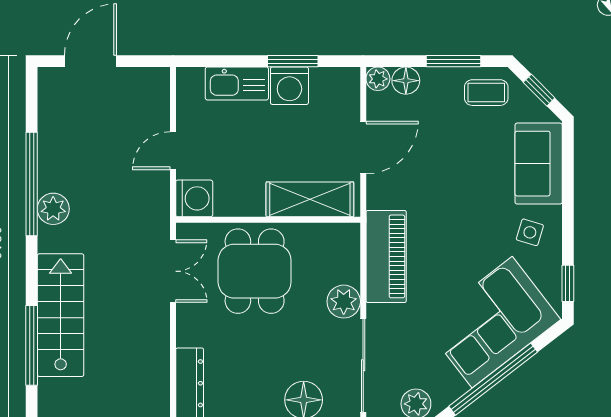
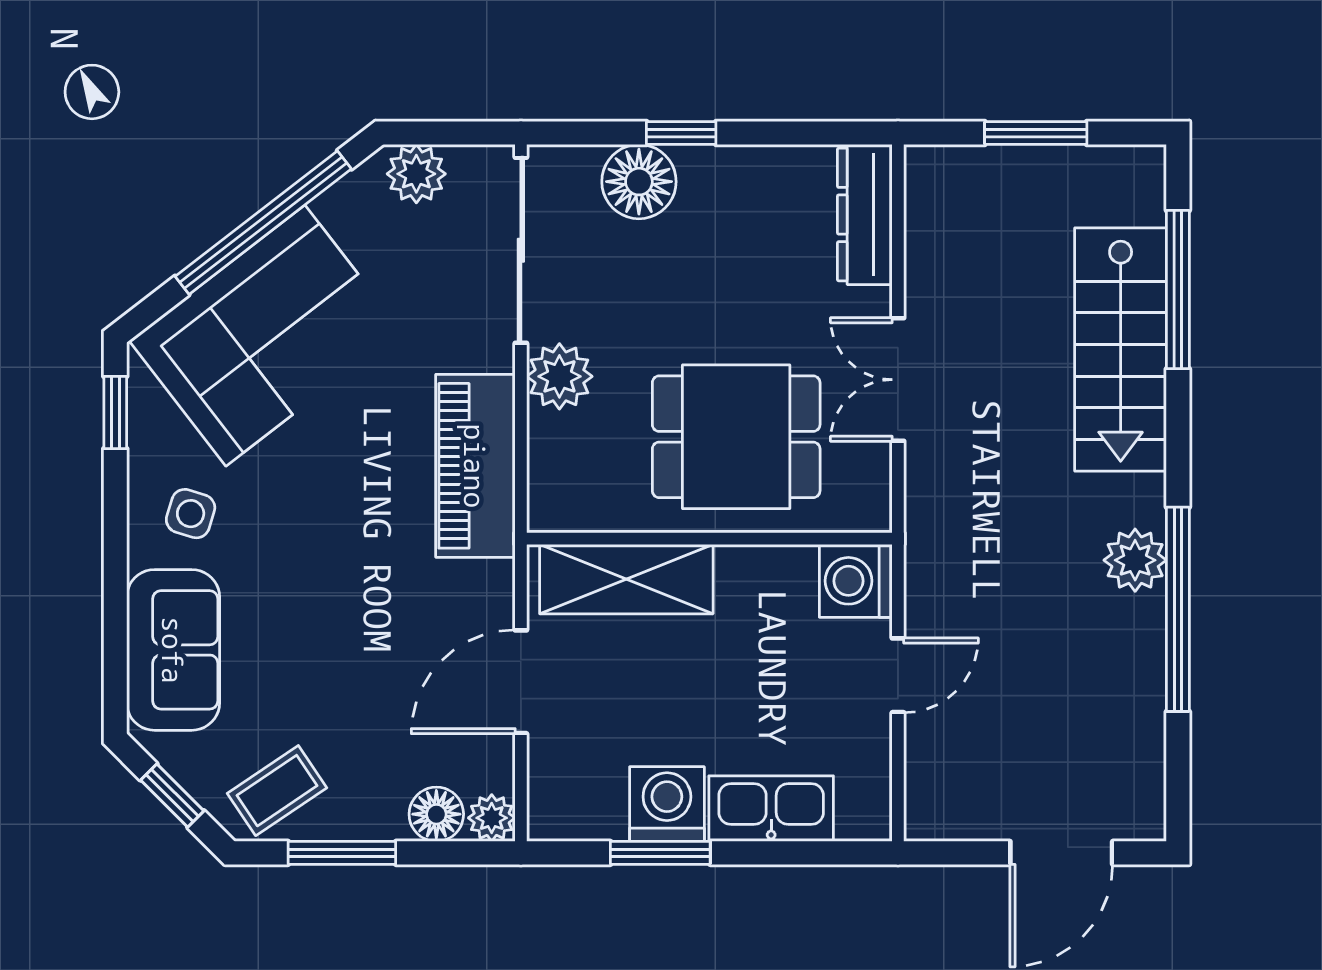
coffee table: (486, 93) -> (277, 791), turned -34
double door: (173, 271) -> (898, 380), moved
dining table: (255, 271) -> (736, 437), turned 90

